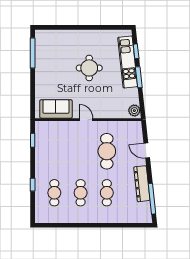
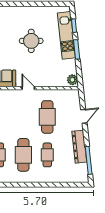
door: (147, 151) -> (84, 116), swing flipped
cafe table: (81, 193) -> (23, 155), width x1.37, depth x1.35

